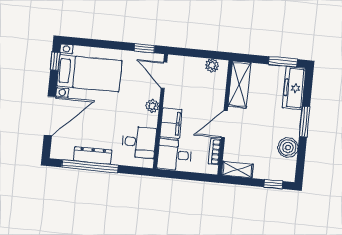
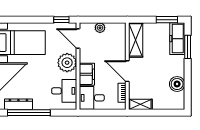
plant: (212, 66) -> (100, 28), moved
plant: (152, 106) -> (67, 63), width x1.87, depth x1.87
window: (305, 121) -> (188, 47), moved
door: (224, 124) -> (127, 71), hinge flipped
dresser: (93, 155) -> (18, 104), moved
window: (273, 184) -> (169, 113), removed

